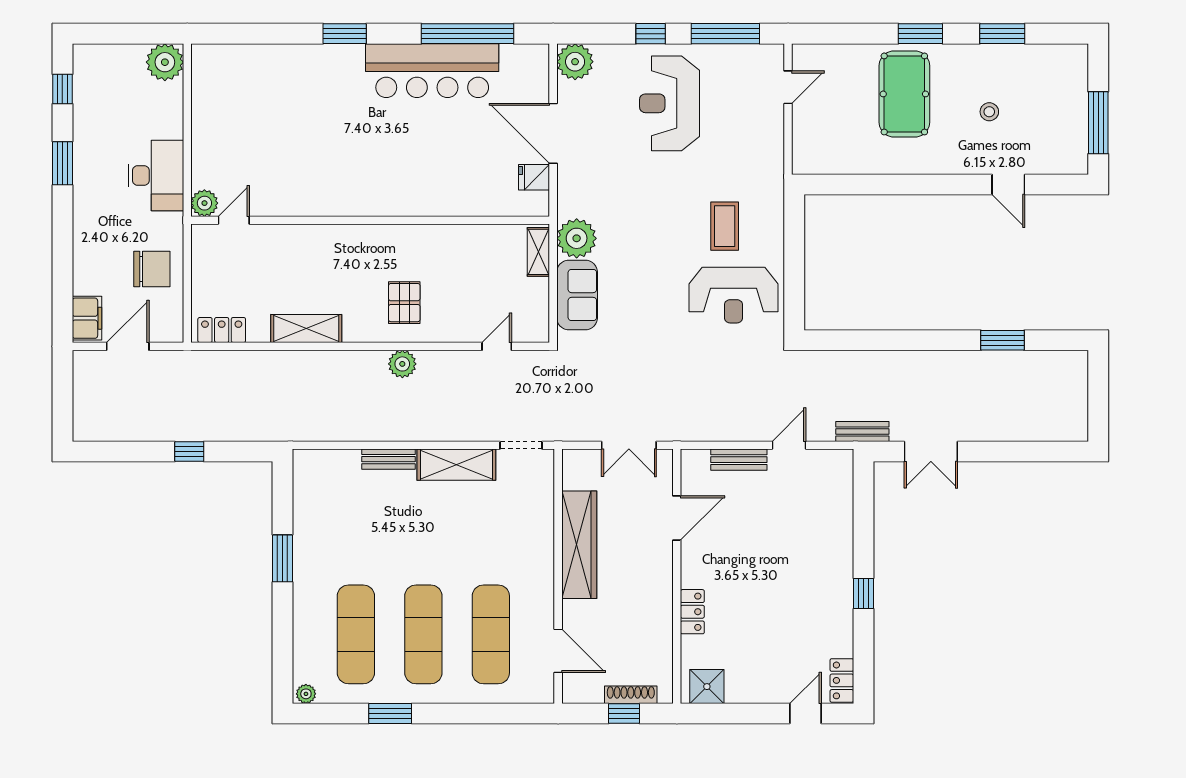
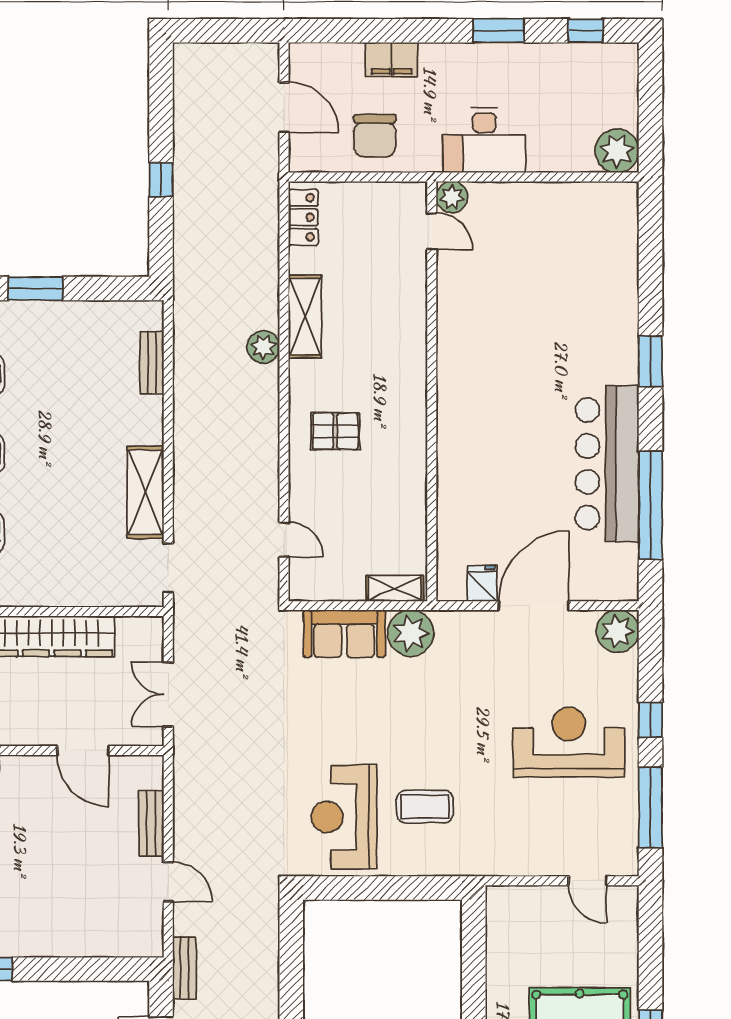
filing cabinet: (87, 318) -> (392, 59), moved
plant: (402, 364) -> (263, 347), moved
bench: (389, 459) -> (152, 363), moved

